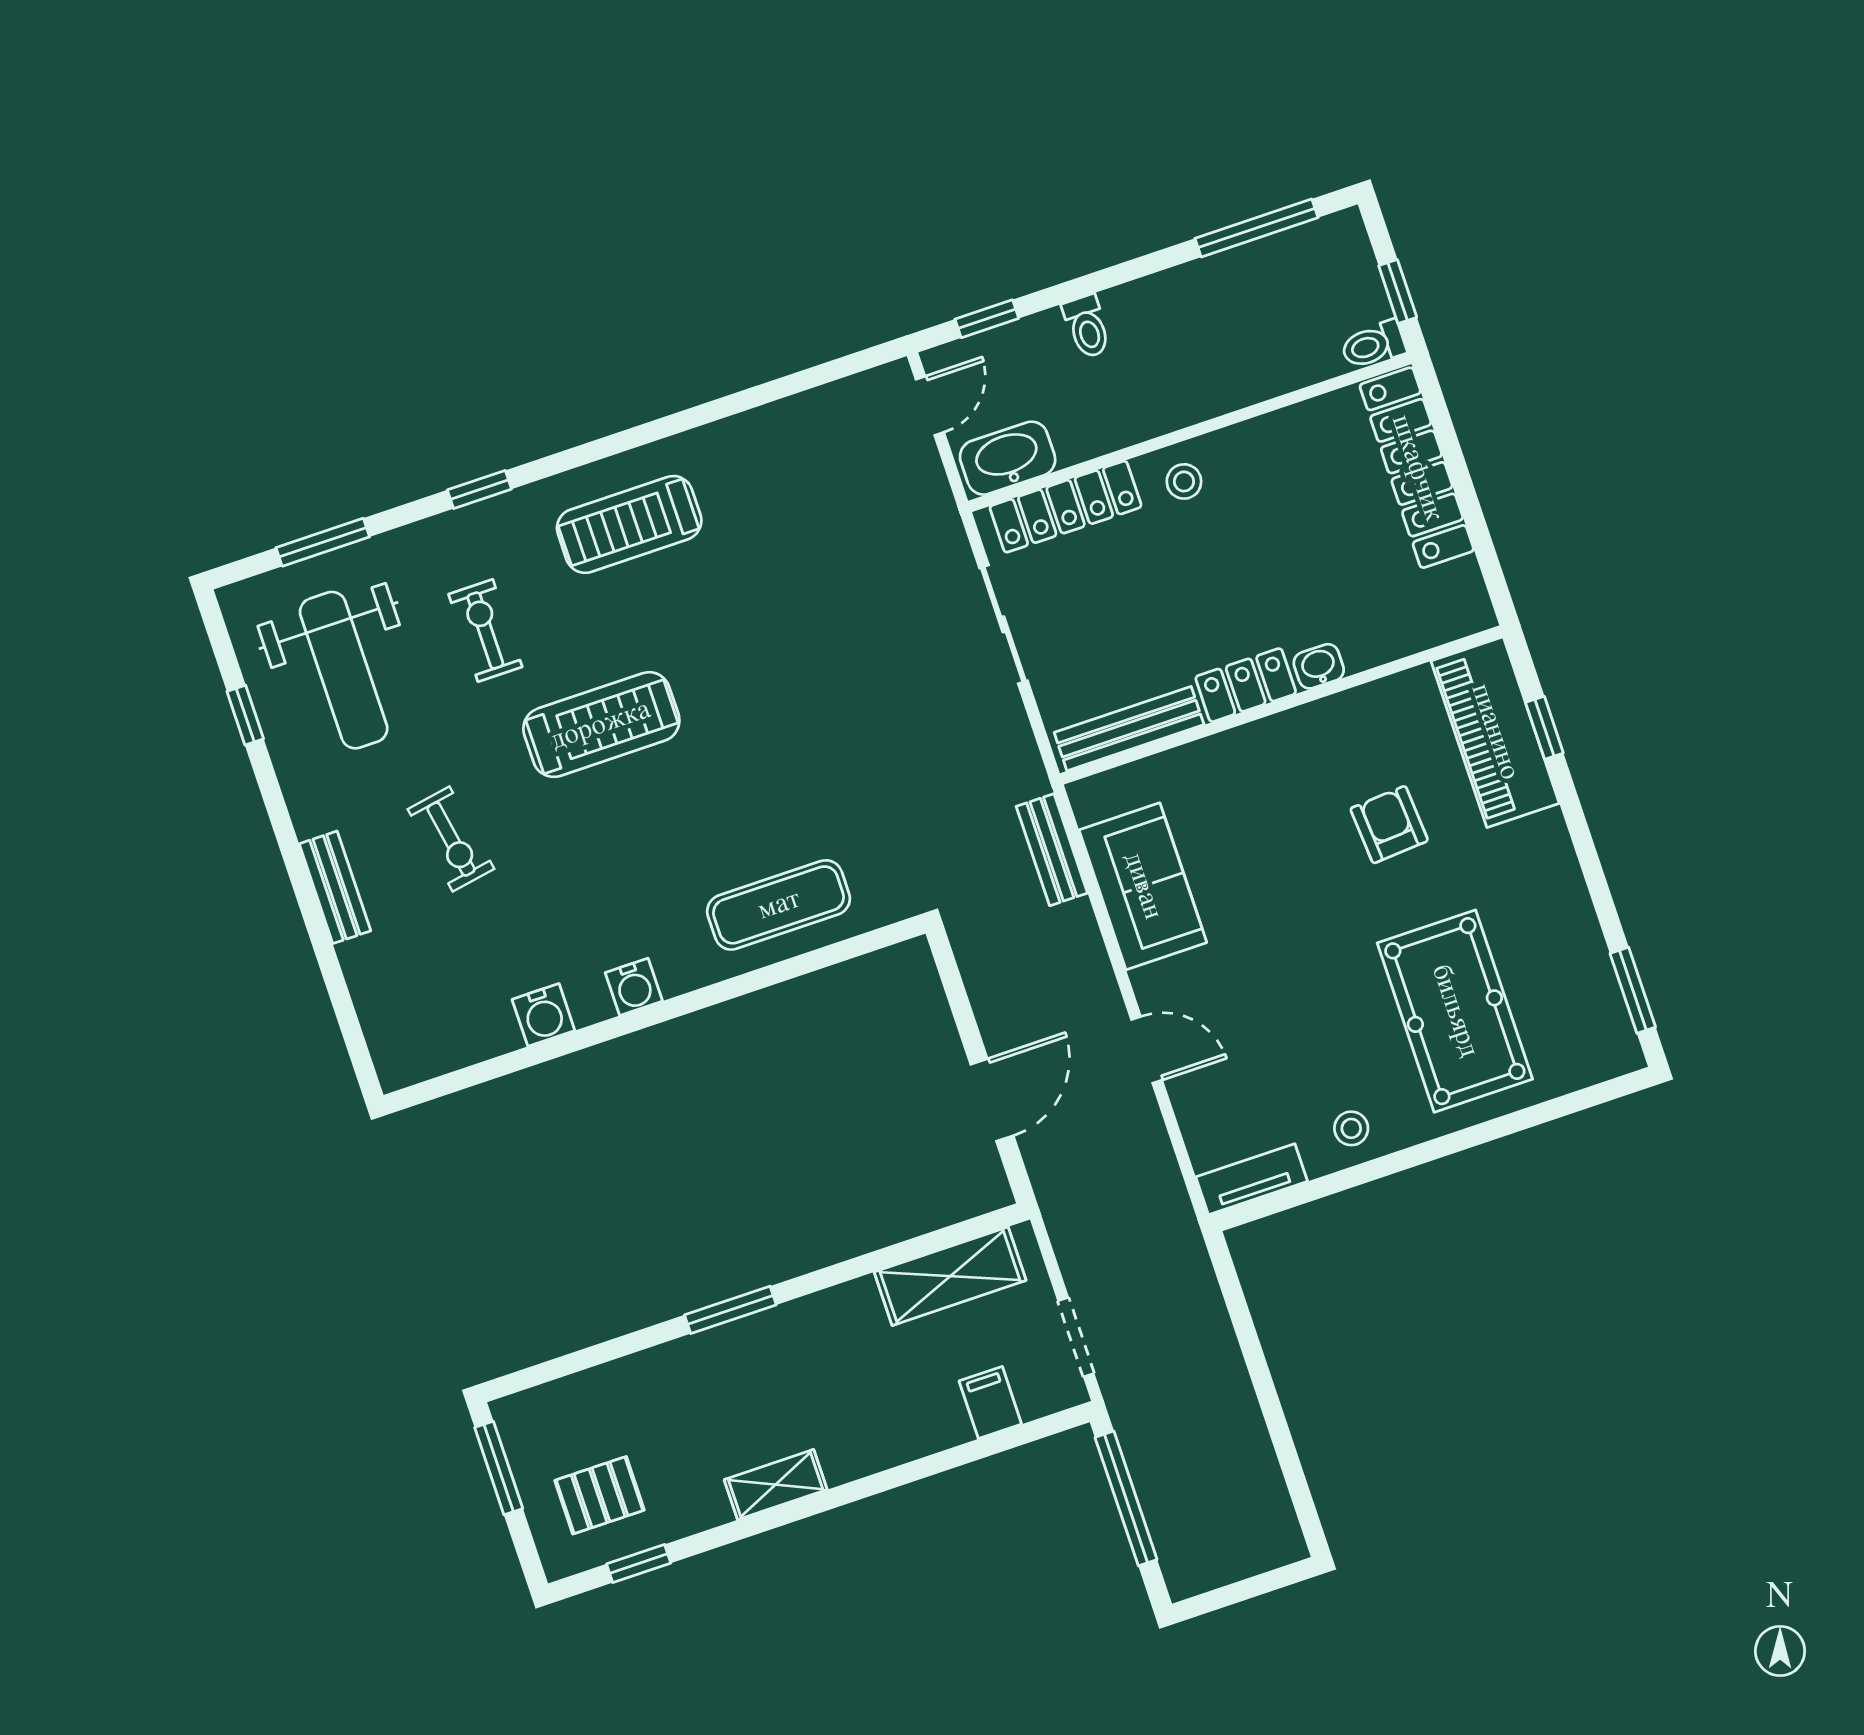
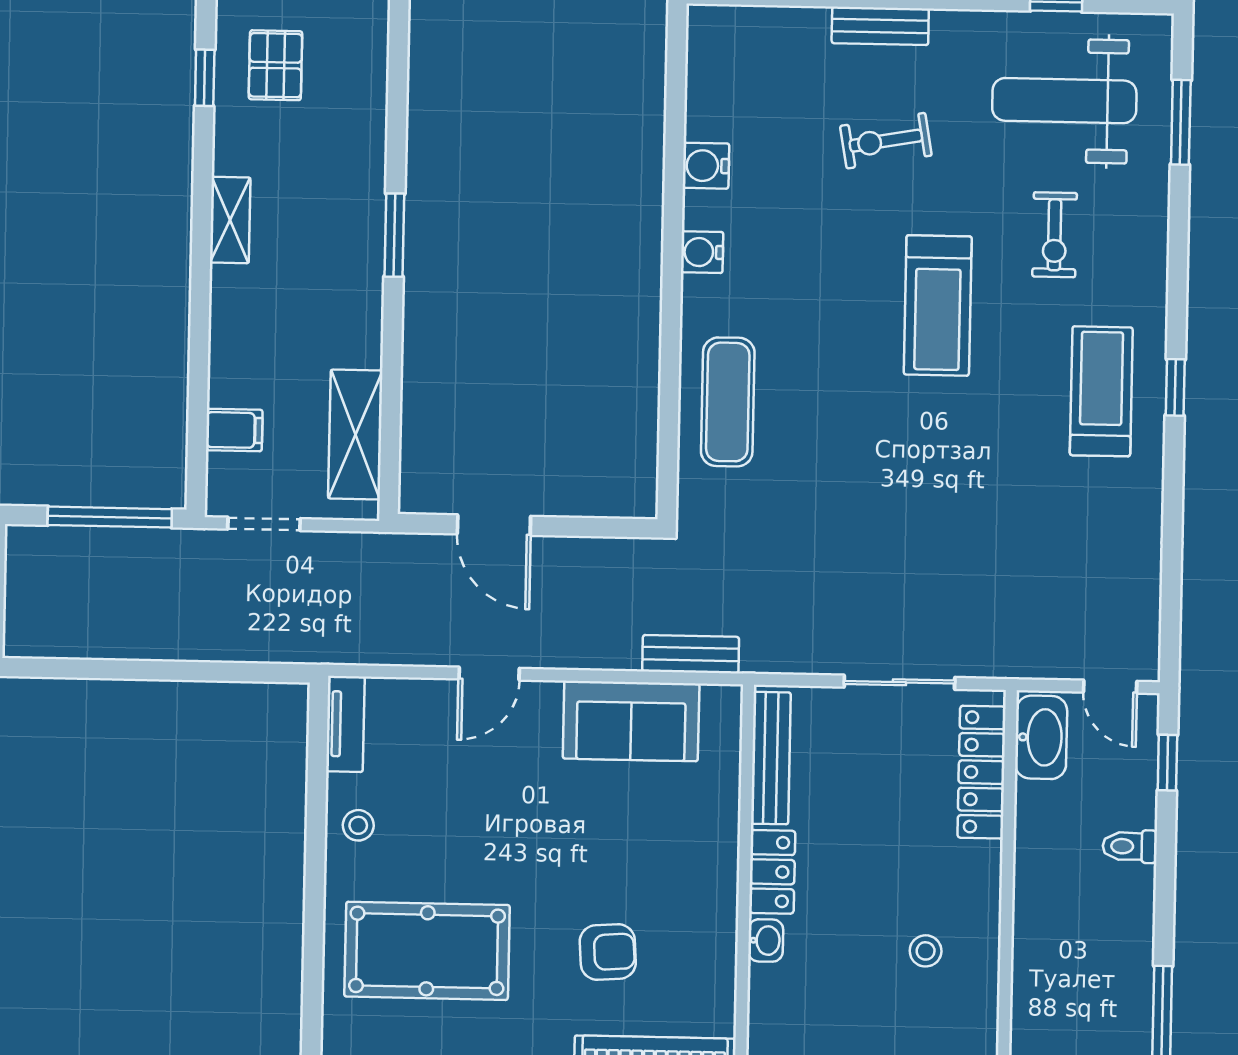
stool: (1184, 481) -> (926, 951), moved
window: (479, 490) -> (1175, 387), moved
exercise bike: (485, 631) -> (1055, 235), turned 90

